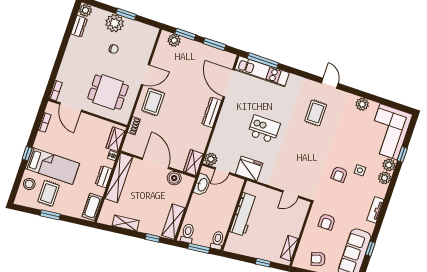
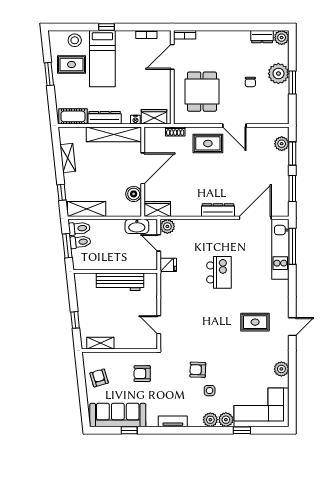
fridge: (249, 169) -> (168, 265), width x0.53, depth x0.75
dresser: (104, 177) -> (105, 118), width x1.44
toilet: (217, 240) -> (80, 242), moved

